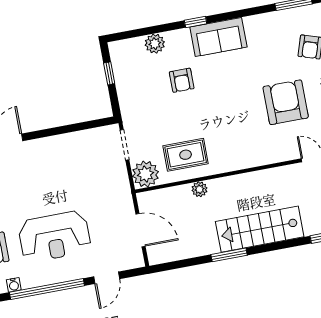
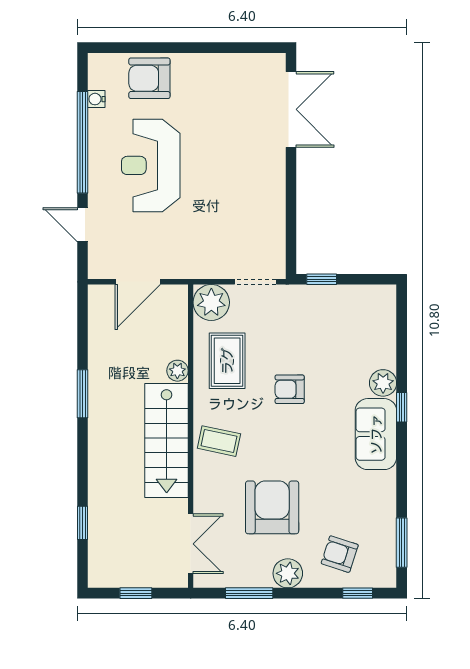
plant: (155, 44) -> (383, 383), moved
window: (109, 73) -> (322, 279), moved
armchair: (182, 80) -> (290, 389), moved
armchair: (286, 102) -> (272, 507), turned -90
coffee table: (245, 150) -> (219, 441), added
stairs: (260, 229) -> (167, 440), moved, turned 180

